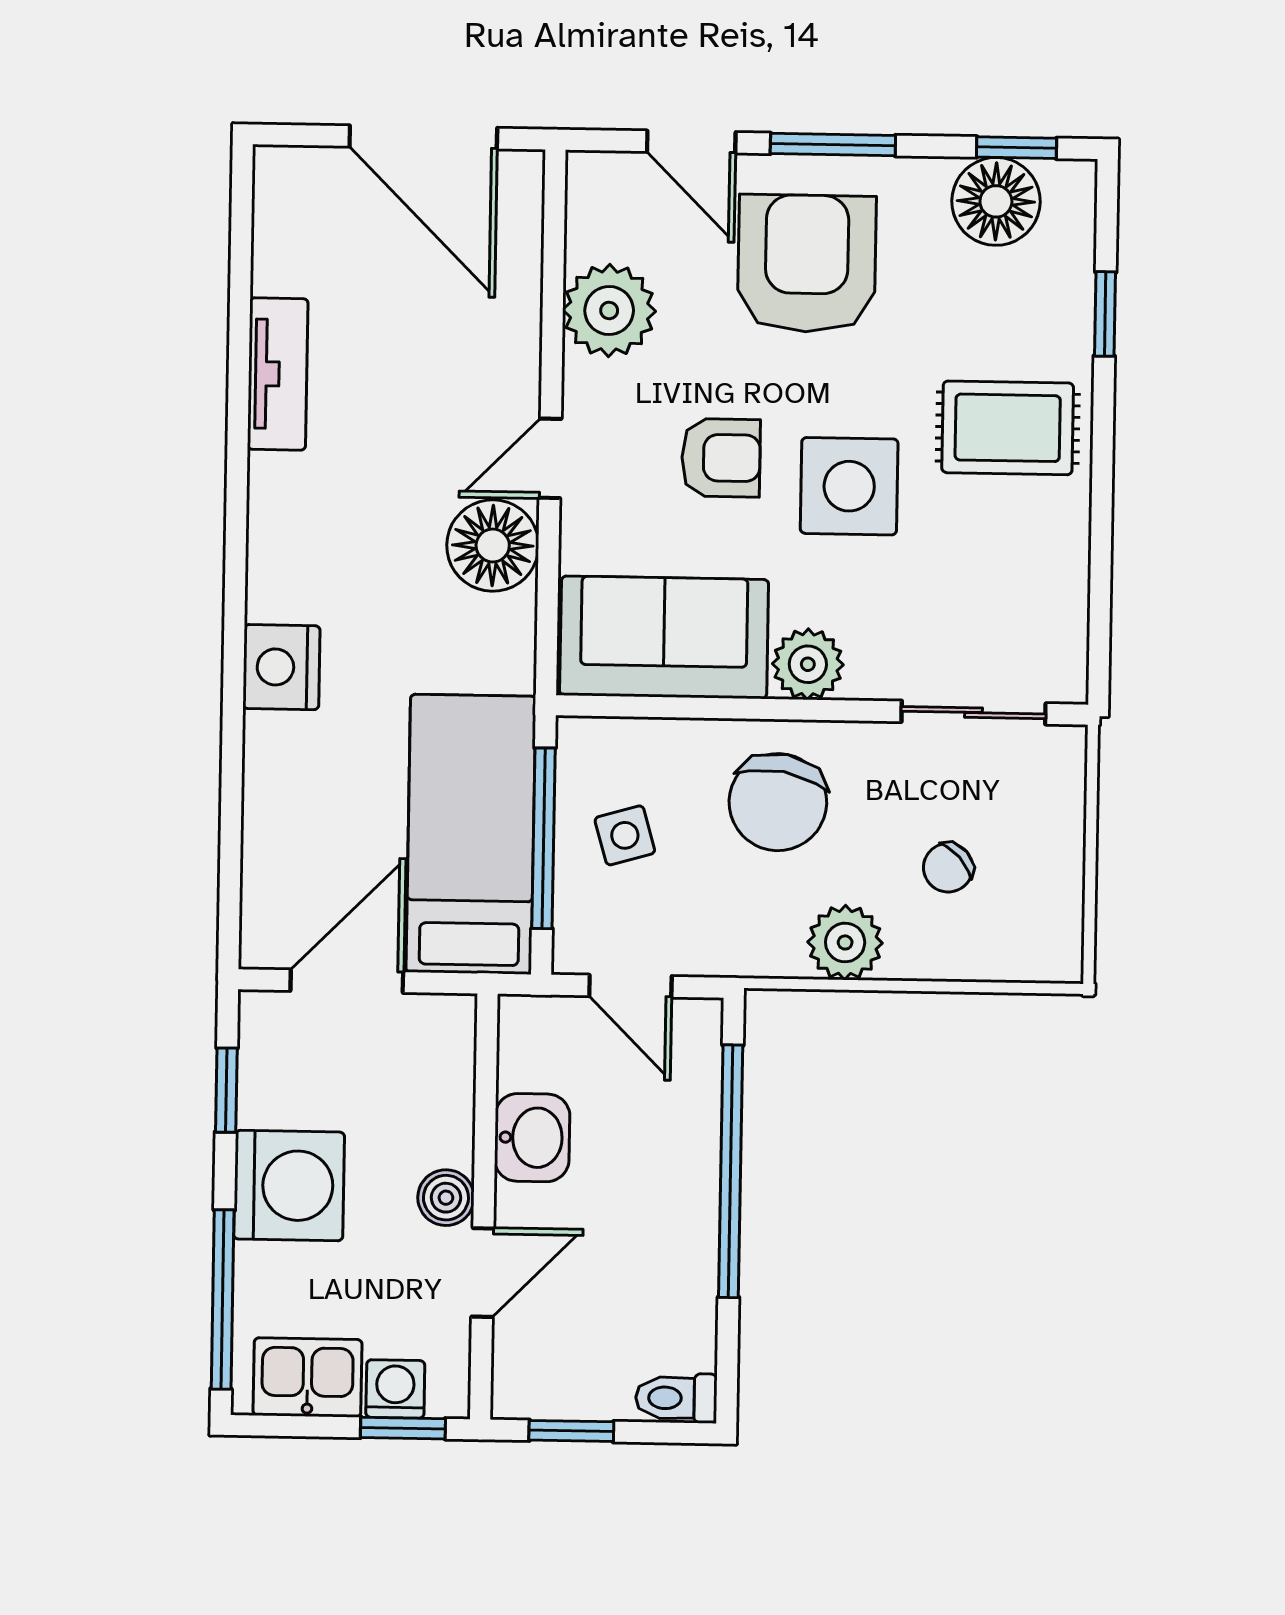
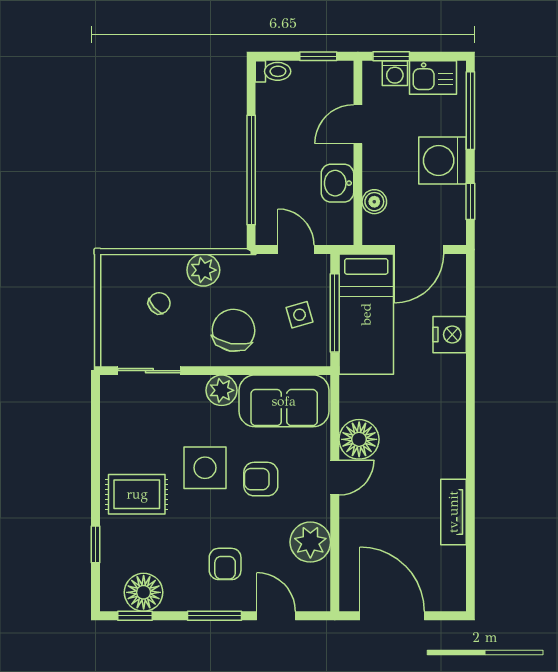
armchair: (807, 263) -> (225, 564), width x0.53, depth x0.53
nightstand: (281, 667) -> (450, 335), moved
boiler: (446, 1198) -> (374, 202), moved

